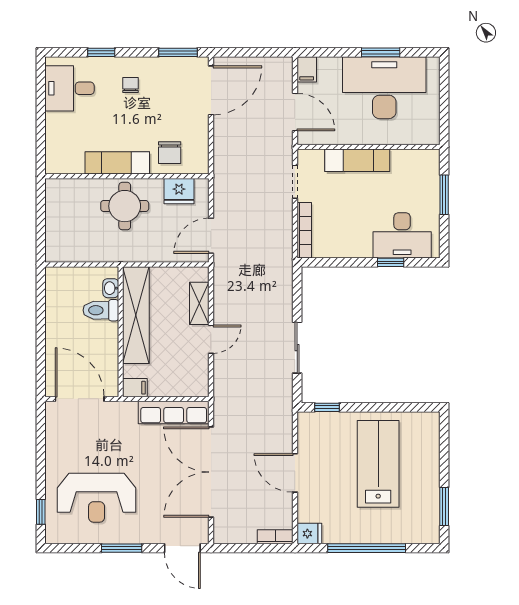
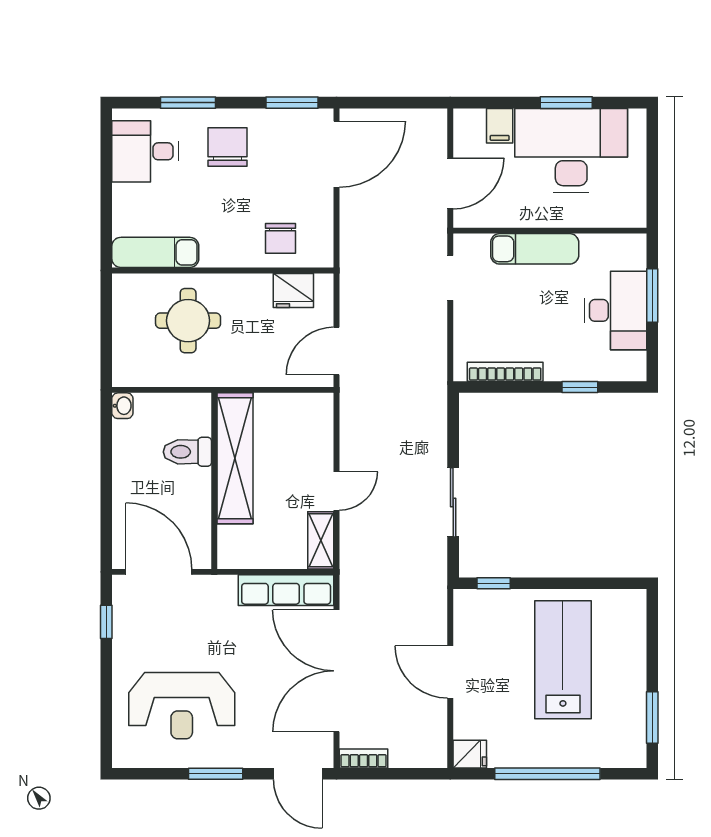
window: (101, 52) -> (188, 103), width x1.50
filing cabinet: (307, 69) -> (500, 126), moved
chair: (130, 85) -> (228, 147), width x1.87, depth x1.87
door: (295, 112) -> (450, 183), hinge flipped
exam couch: (117, 163) -> (155, 252), moved
round table: (125, 206) -> (188, 321), moved
bookcase: (304, 230) -> (505, 372), moved, turned -90
desk: (402, 235) -> (616, 310), moved, turned -90
washbasin: (111, 288) -> (122, 406), moved, turned 180
shelving: (199, 303) -> (321, 540), moved
filing cabinet: (135, 388) -> (234, 557), removed
window: (41, 512) -> (106, 622), moved
bookcase: (275, 537) -> (364, 758), moved

